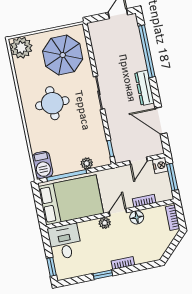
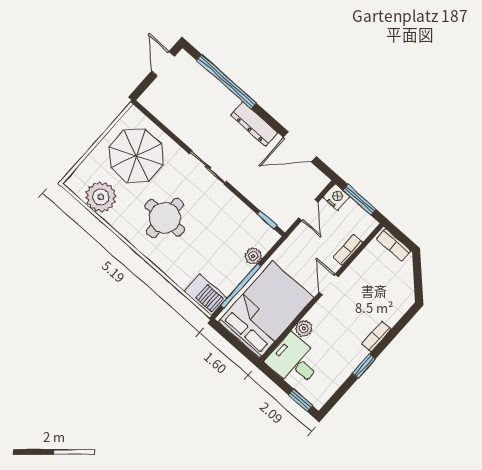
plant: (21, 48) -> (101, 197), moved
floor lamp: (137, 217) -> (354, 274), removed
plant: (105, 223) -> (304, 328), moved

